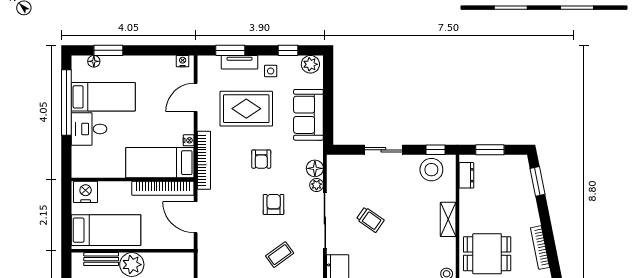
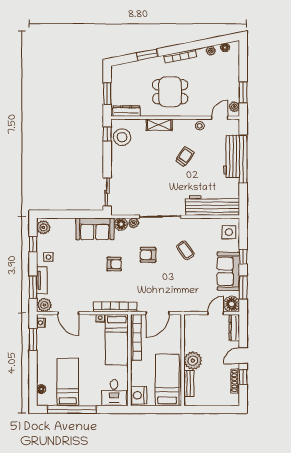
window: (108, 50) -> (33, 339), moved
plant: (206, 66) -> (44, 305), added
rug: (246, 109) -> (77, 275), removed
sofa: (308, 115) -> (95, 229), moved
desk: (89, 129) -> (114, 393), moved
sliding door: (383, 150) -> (107, 192), moved
dresser: (466, 175) -> (126, 111), width x1.44
window: (537, 181) -> (147, 55), moved
trolley: (370, 220) -> (185, 157), moved
dining table: (487, 254) -> (170, 92), moved, turned 90

